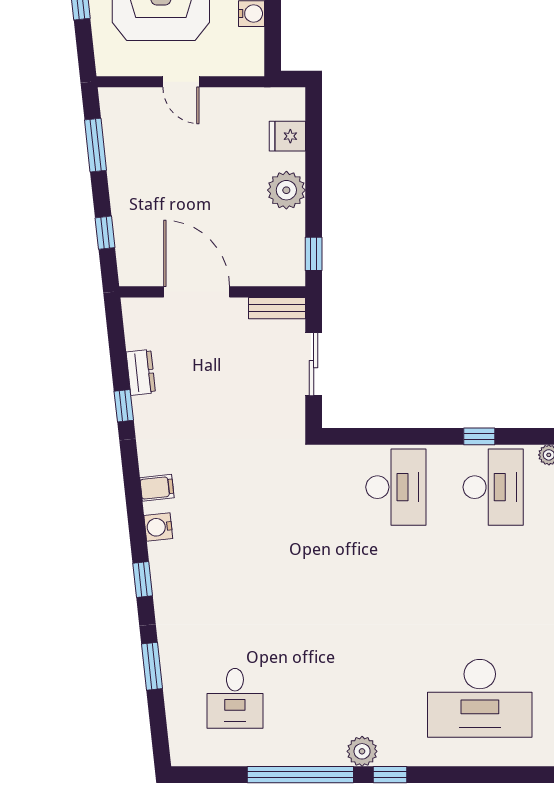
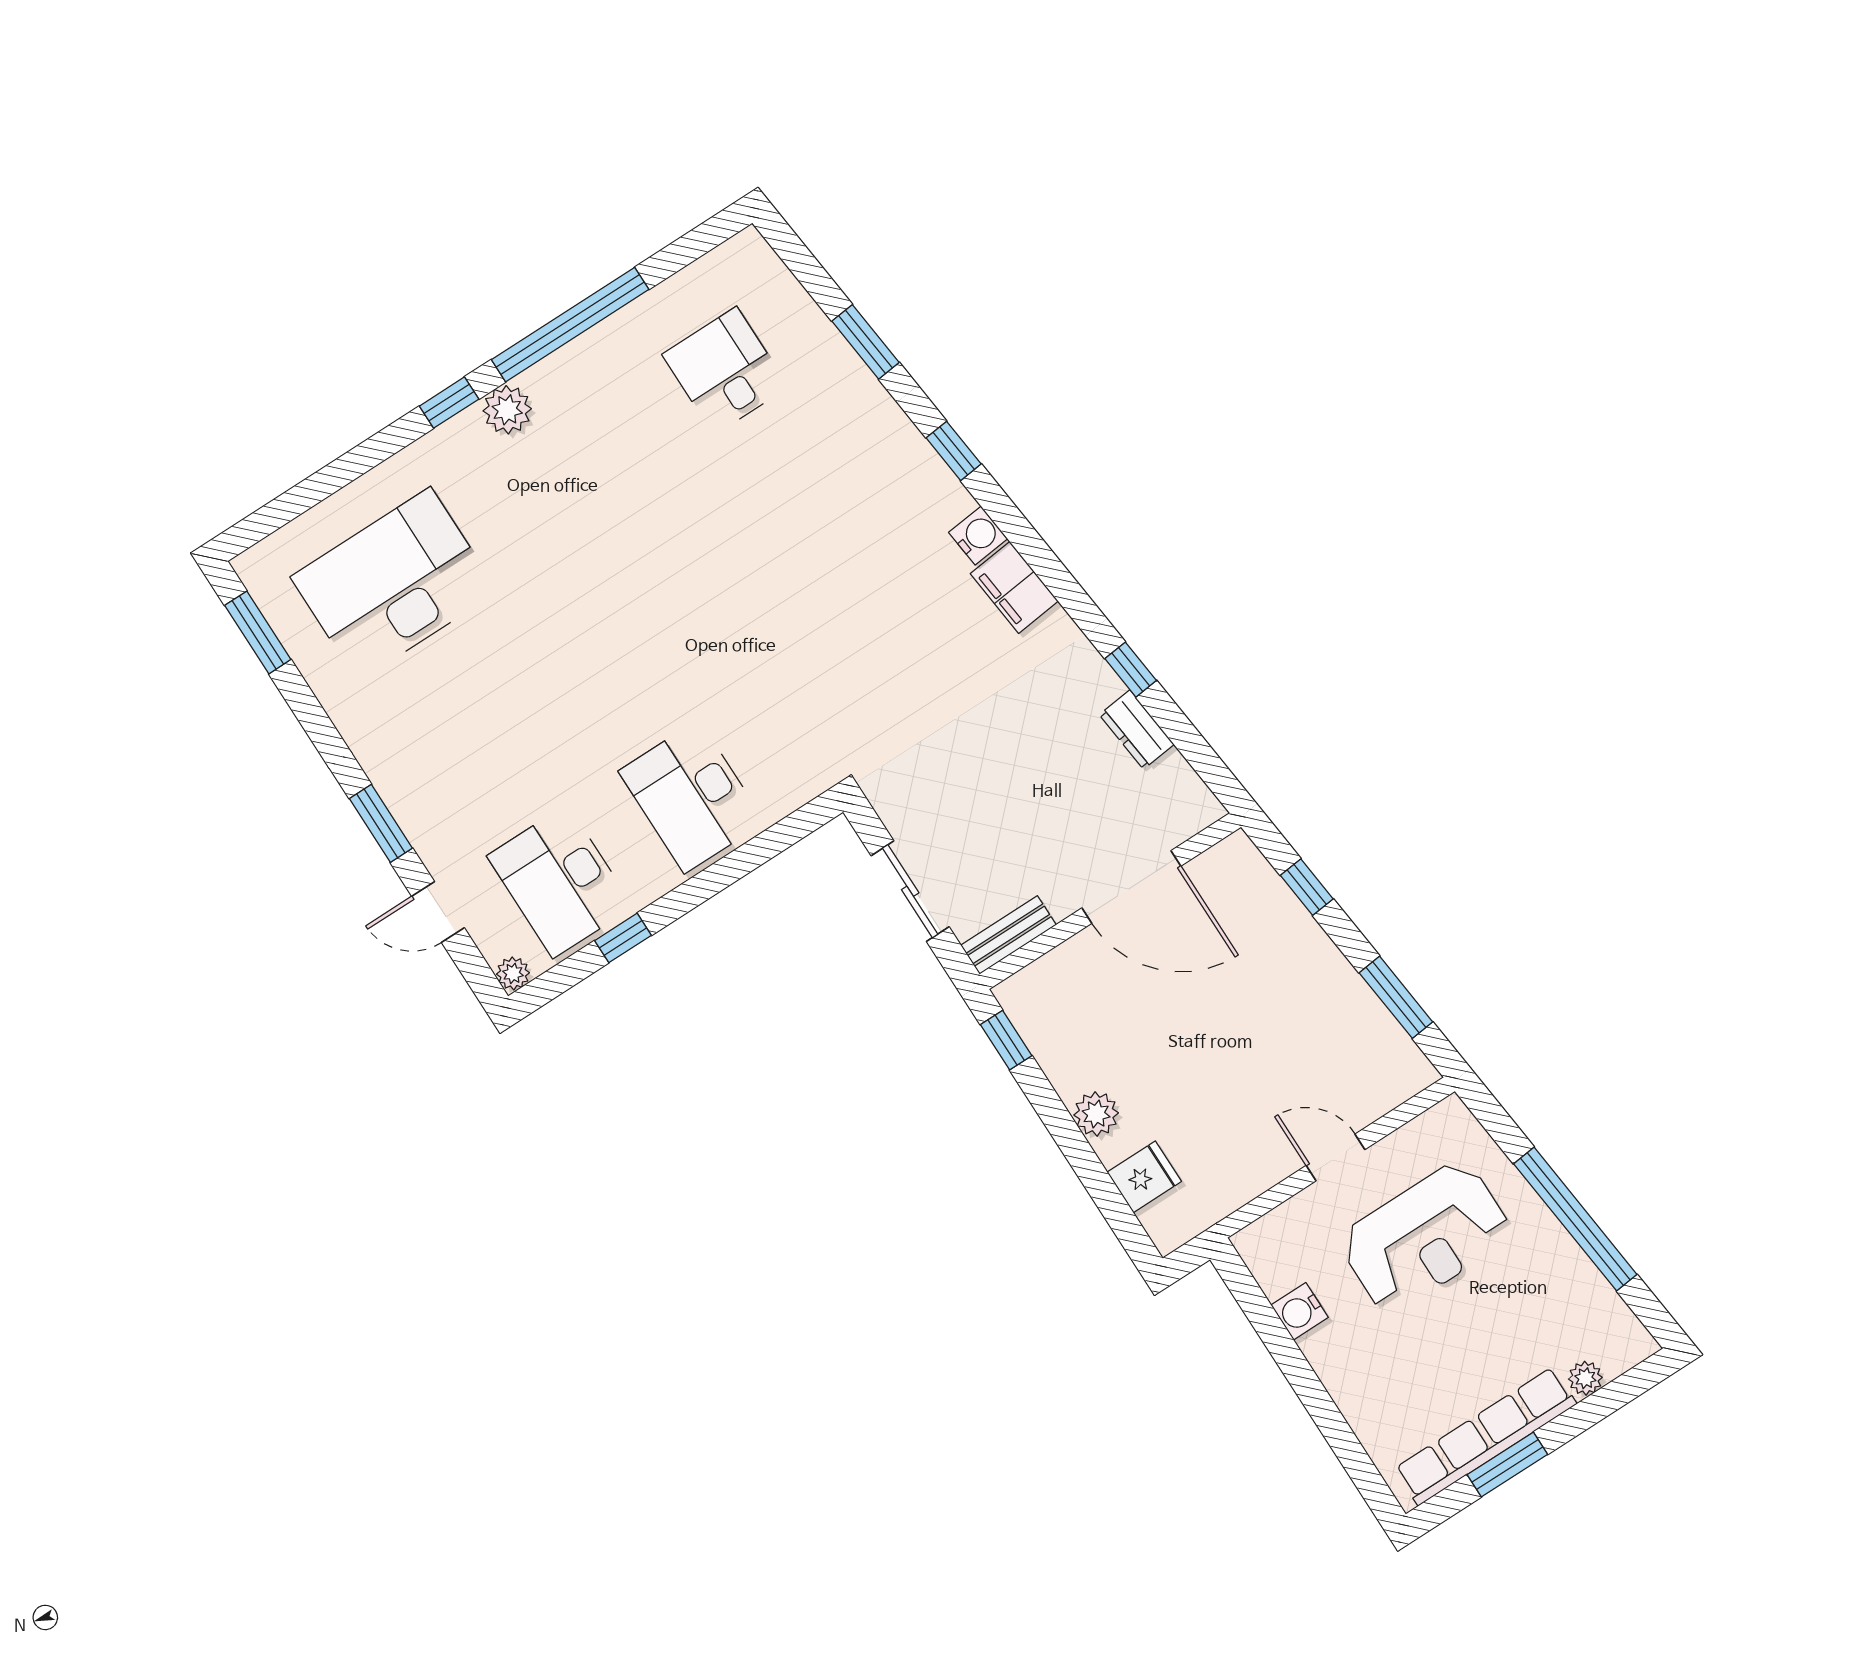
plant: (286, 190) -> (1096, 1114), width x0.73, depth x0.73
filing cabinet: (157, 488) -> (1014, 587), width x2.00

